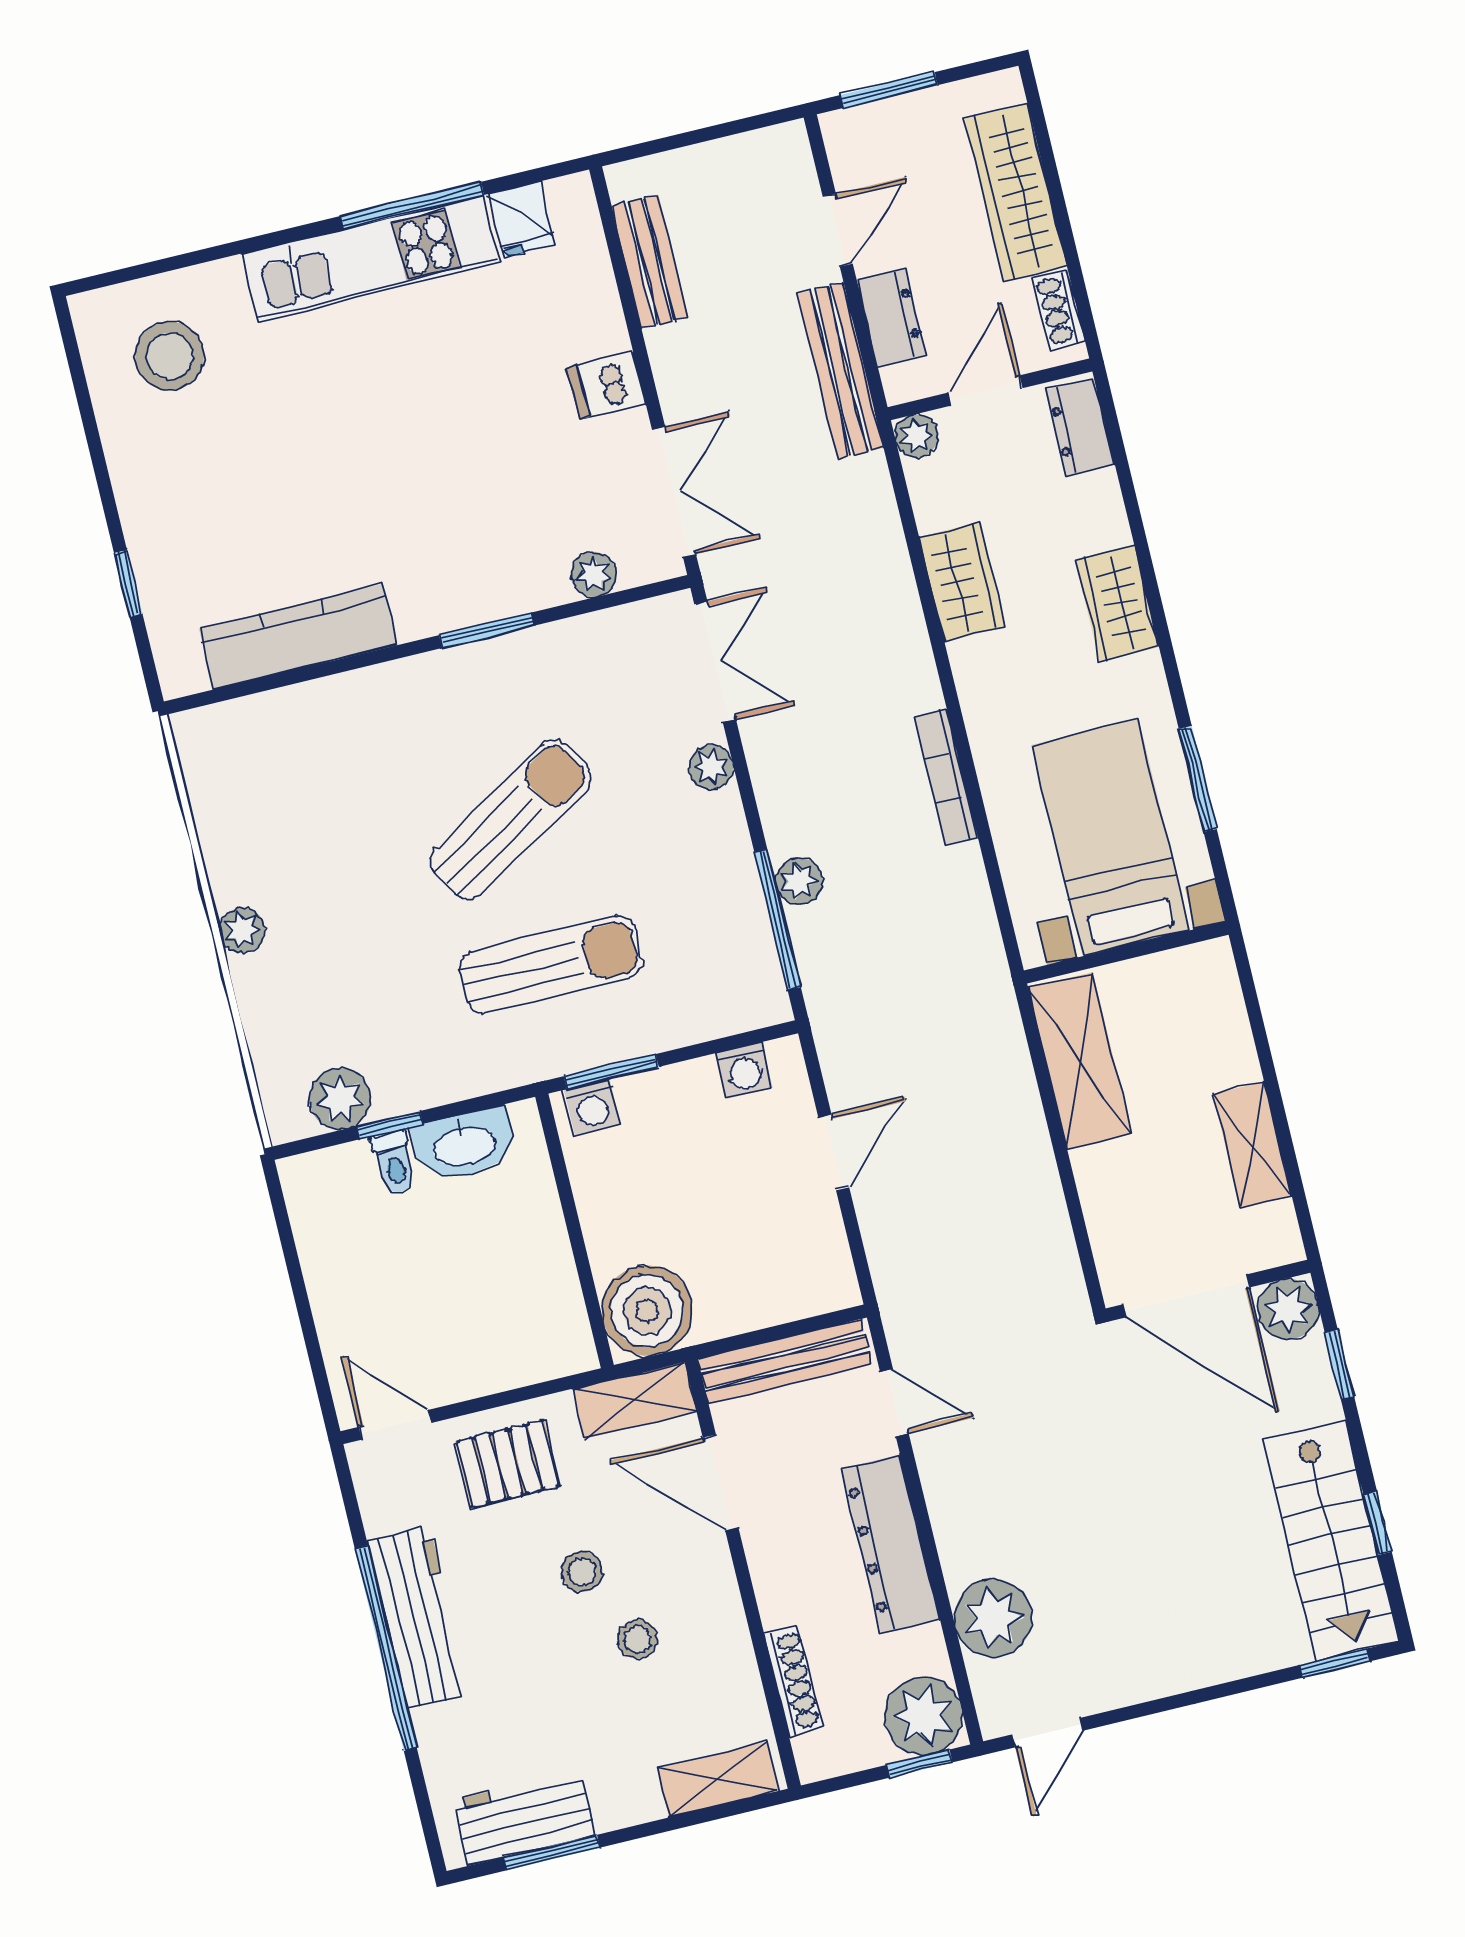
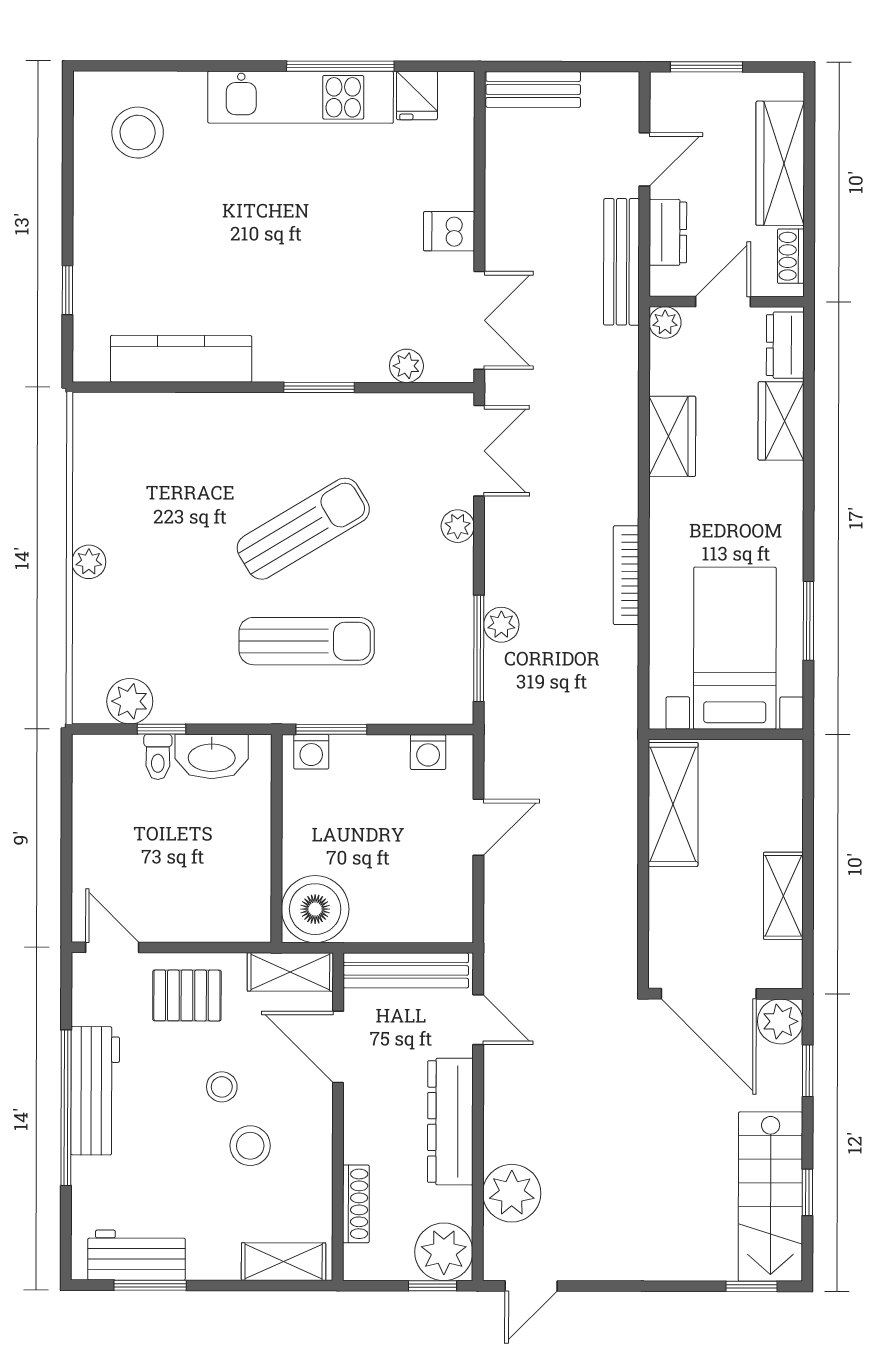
bench: (650, 261) -> (533, 89), moved, turned 90
wardrobe: (1117, 603) -> (781, 421), moved
stool: (638, 1639) -> (250, 1146), width x1.37, depth x1.37

